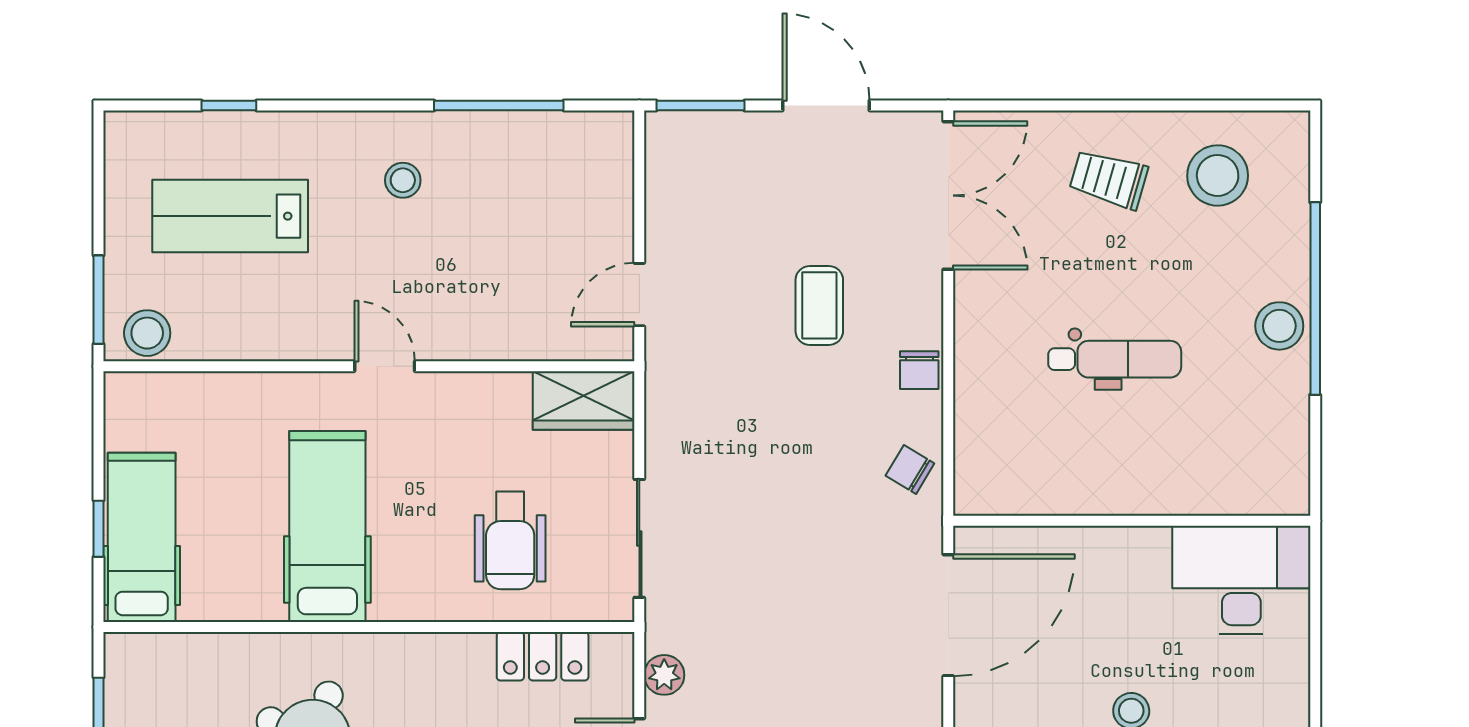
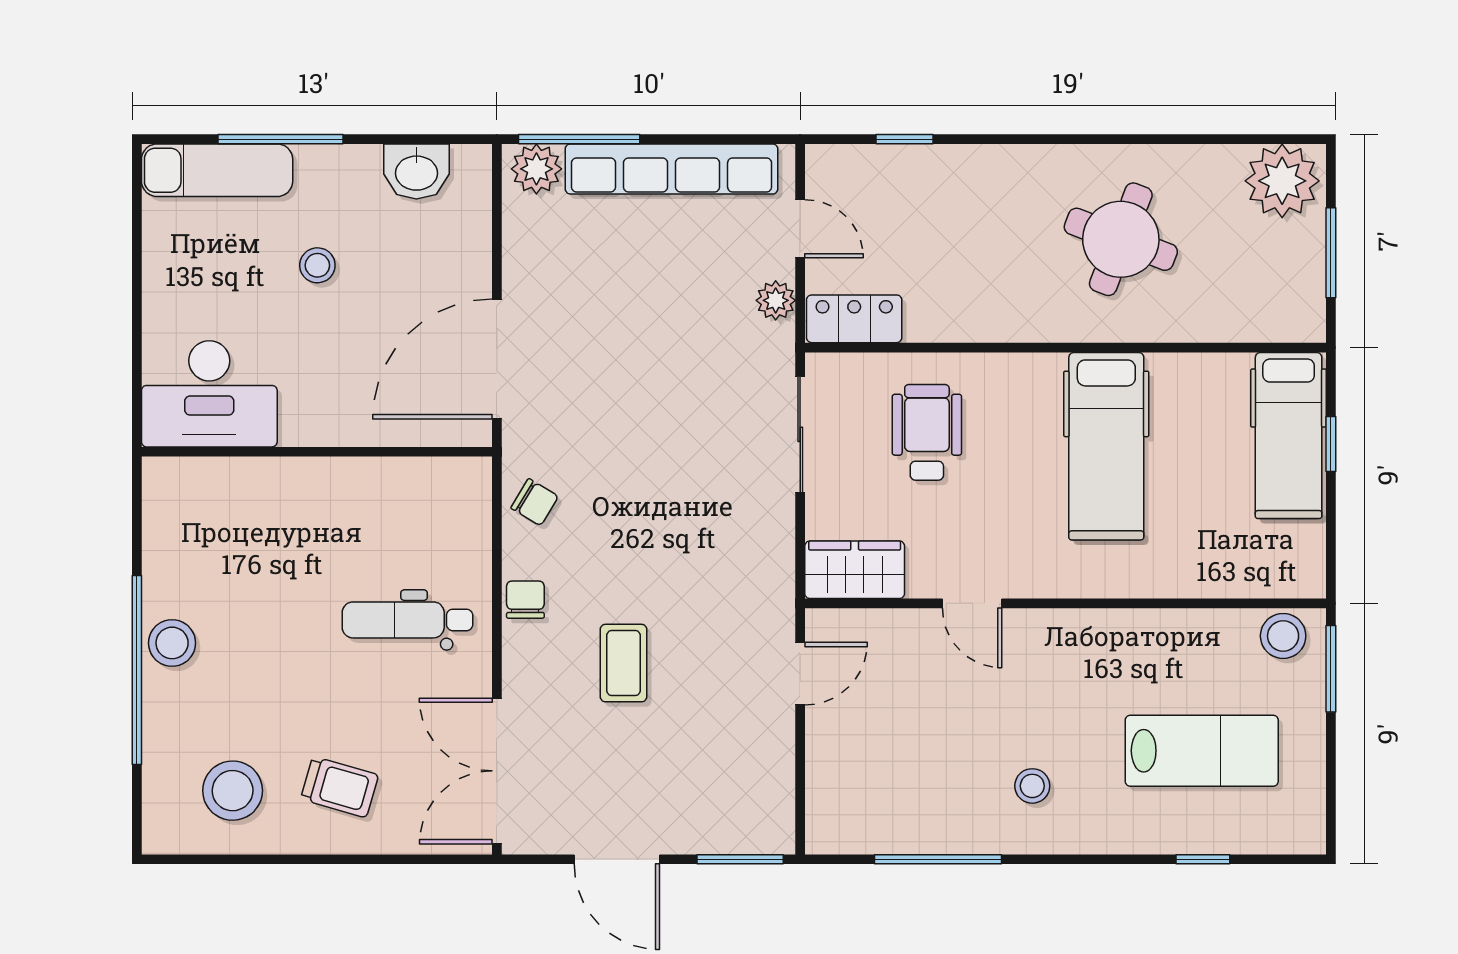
dental chair: (1115, 359) -> (408, 620), moved
door: (385, 366) -> (972, 603), moved
locker: (543, 656) -> (854, 319), moved

